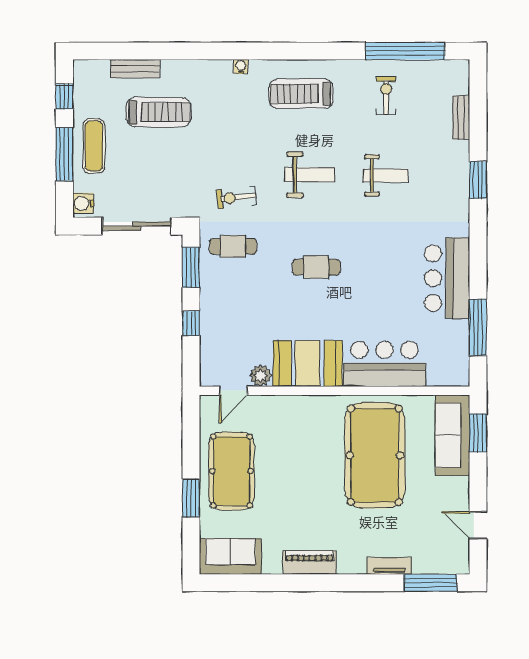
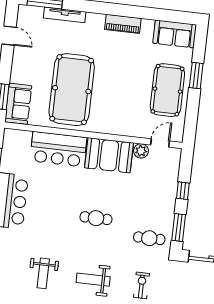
weight bench: (385, 175) -> (43, 273), turned -90
exercise bike: (237, 197) -> (141, 285), moved, turned -84
sofa: (452, 435) -> (18, 104), width x0.73
tv unit: (389, 566) -> (65, 15), width x1.41

